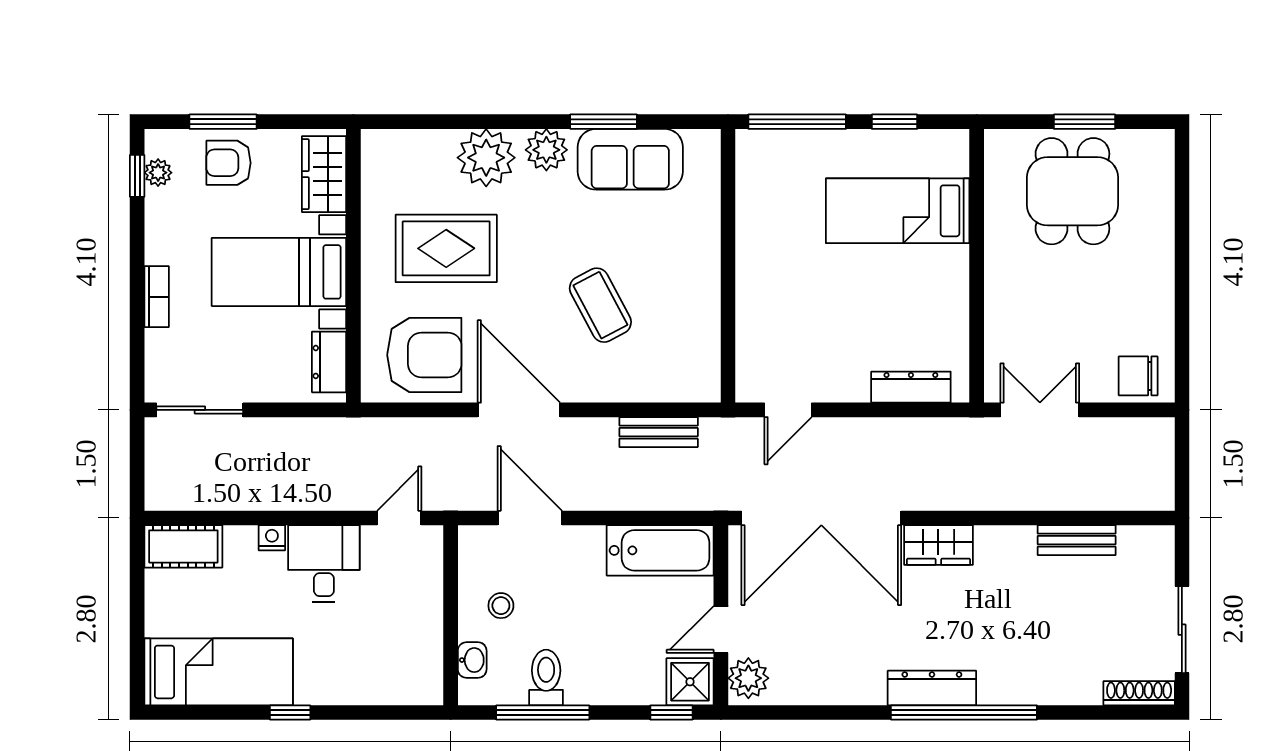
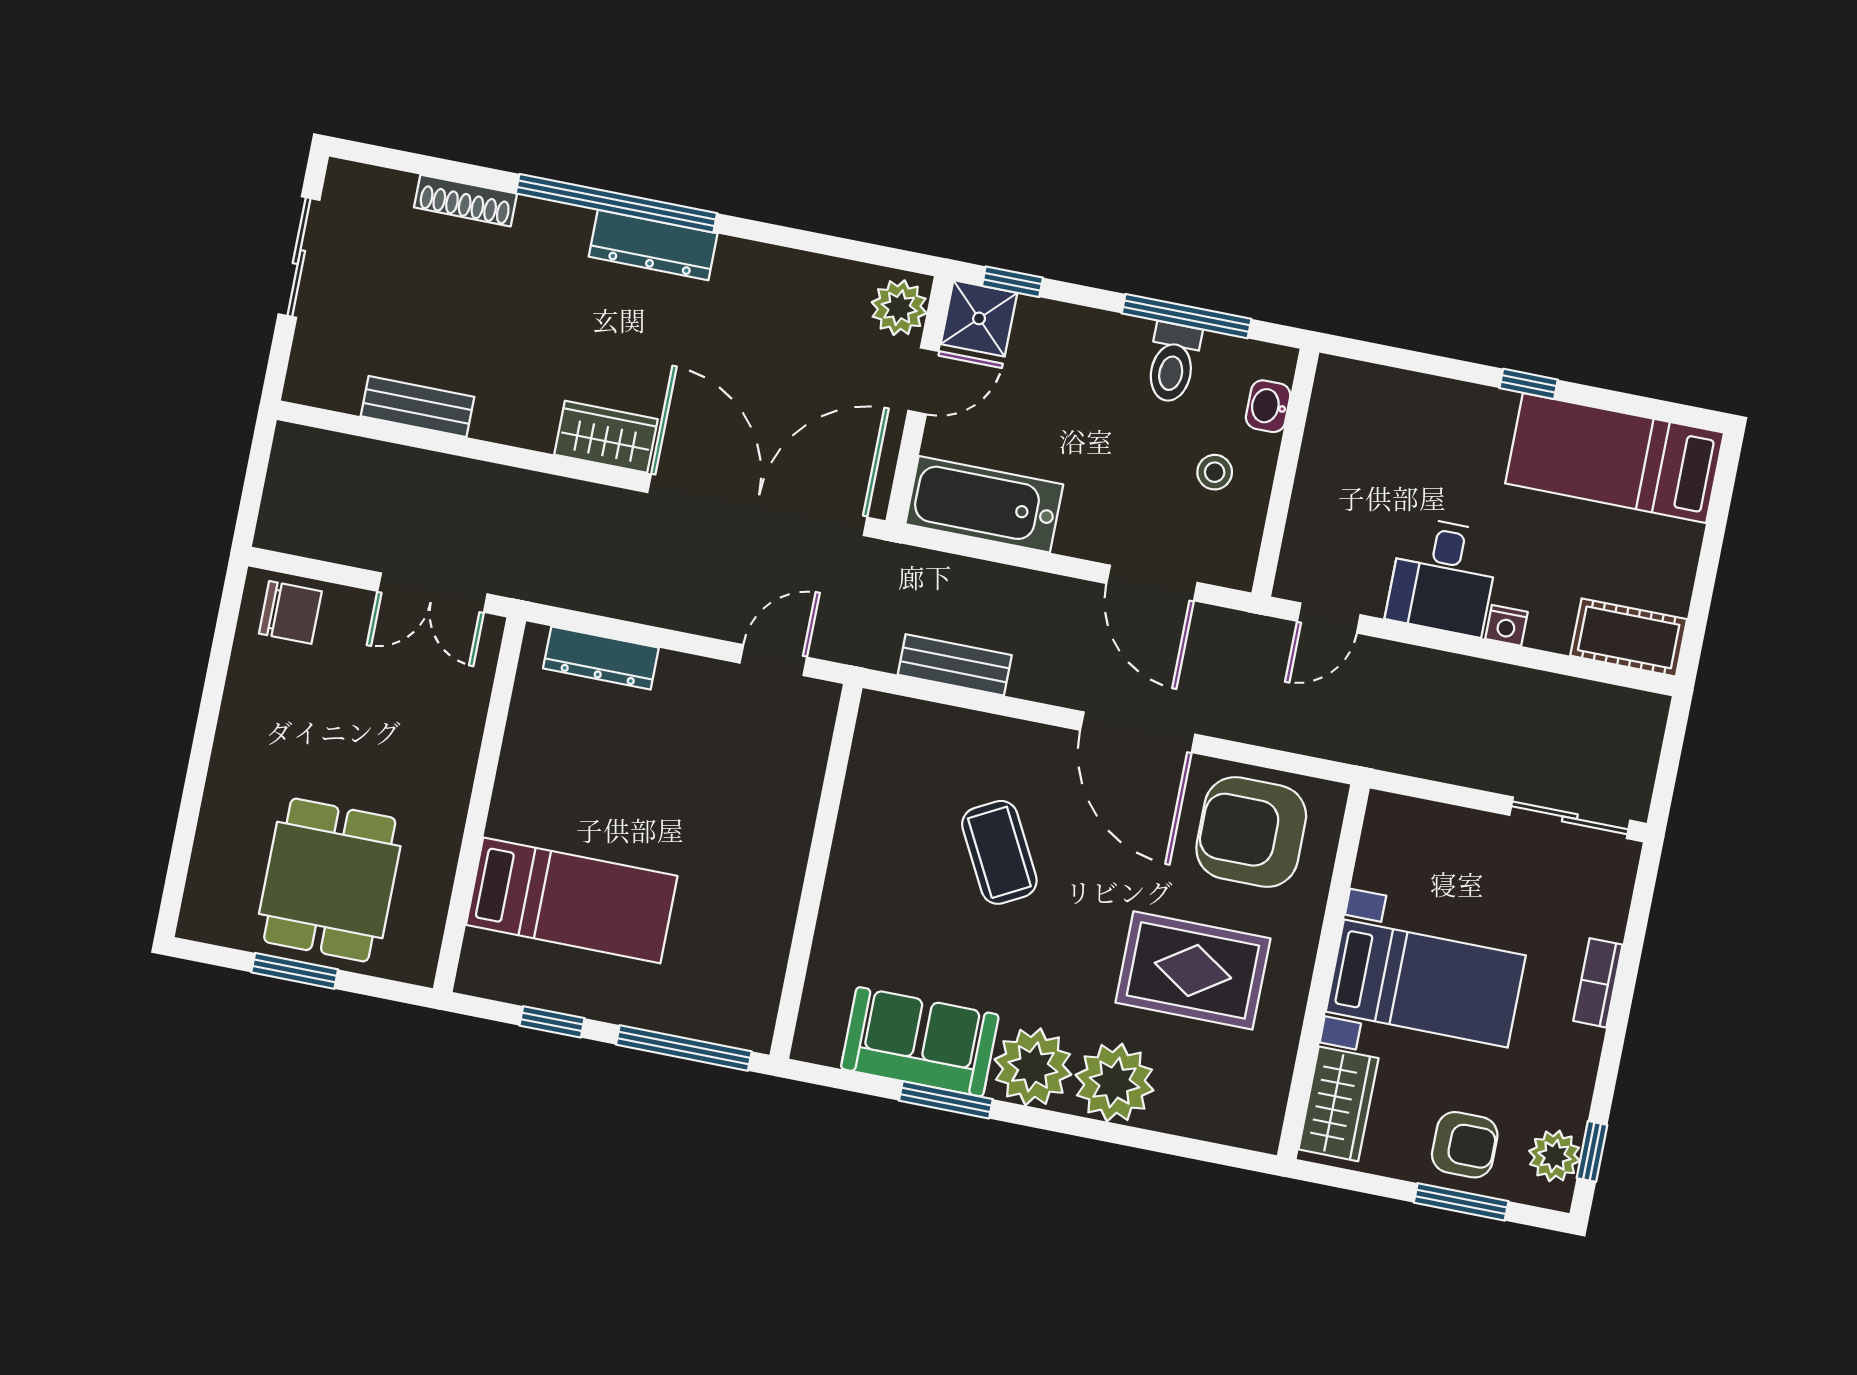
plant: (546, 150) -> (1033, 1067), width x1.36, depth x1.36
plant: (158, 173) -> (1554, 1156), width x1.38, depth x1.38
dresser: (329, 362) -> (1382, 848), removed
shoe rack: (1139, 693) -> (466, 201), moved

